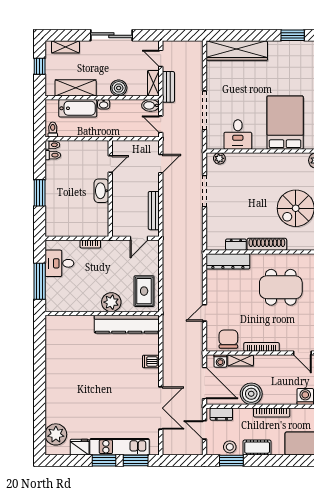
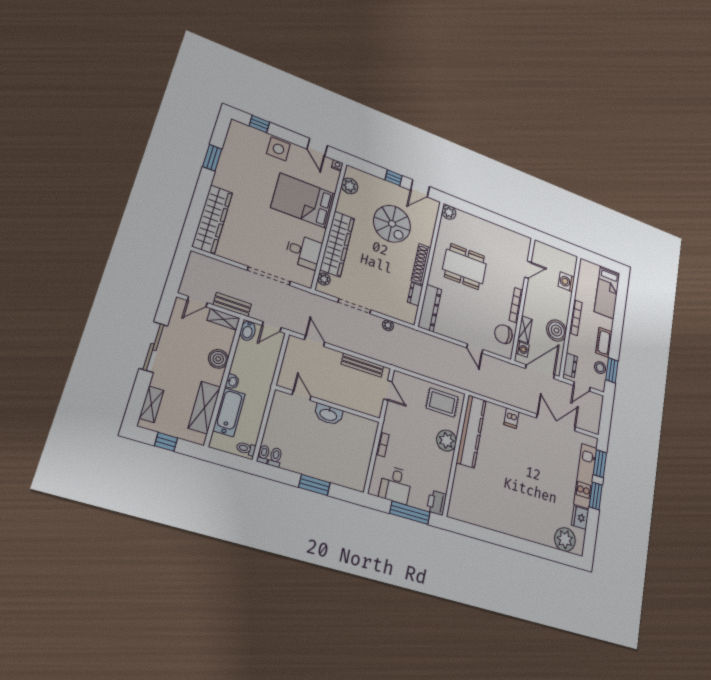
wardrobe: (256, 162) -> (337, 244), added
plant: (198, 226) -> (388, 325), added
dining table: (281, 287) -> (465, 266), turned 90
printer: (55, 304) -> (437, 503), added

